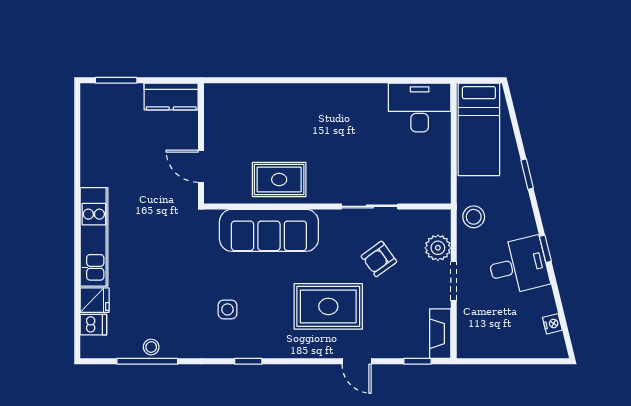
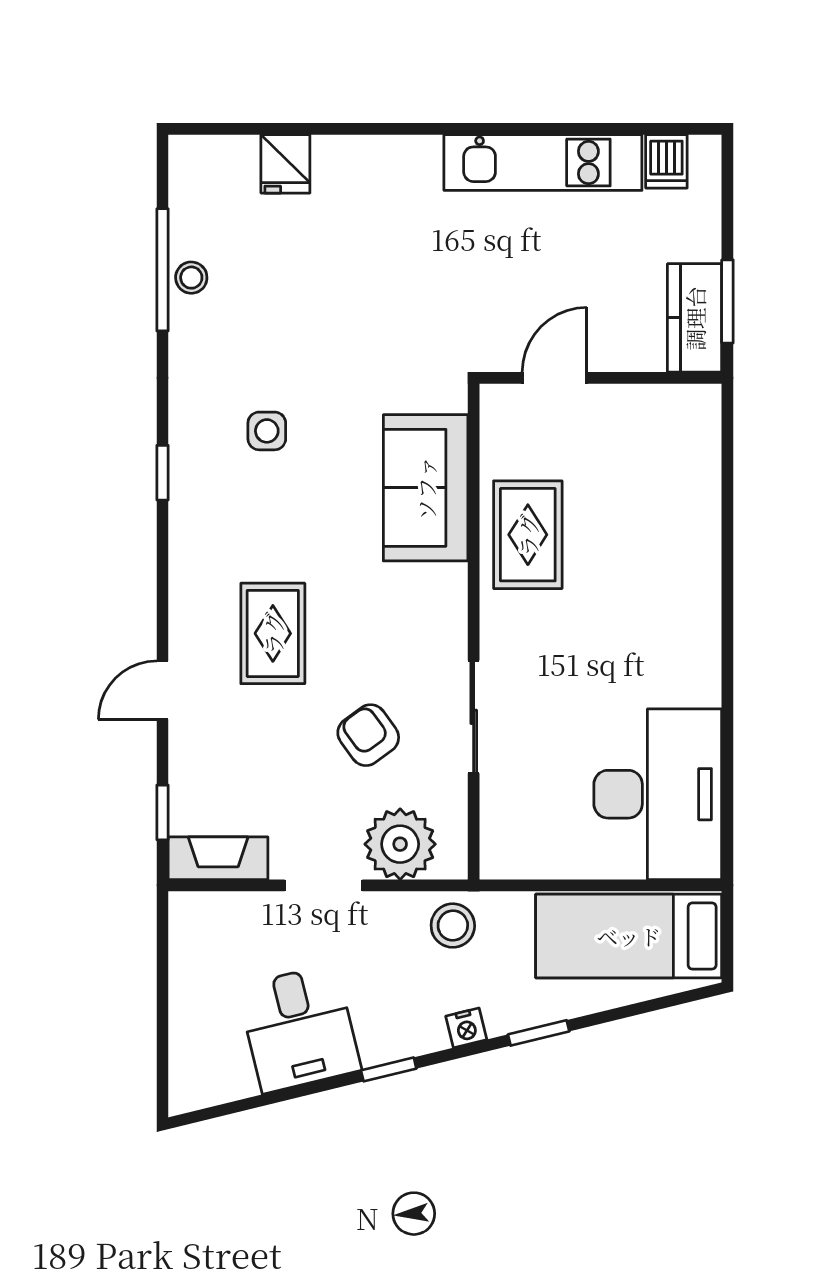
window: (116, 80) -> (727, 301), moved
desk: (420, 107) -> (658, 794), width x1.36, depth x1.30
sofa: (269, 230) -> (426, 488), width x0.73
kitchen unit: (94, 237) -> (543, 163), moved
plant: (438, 248) -> (400, 844), width x1.36, depth x1.36
desk: (518, 266) -> (299, 1028), moved
rug: (328, 306) -> (273, 633), width x0.73, depth x0.70
nightstand: (552, 324) -> (466, 1028), moved
dishwasher: (93, 325) -> (666, 161), moved

